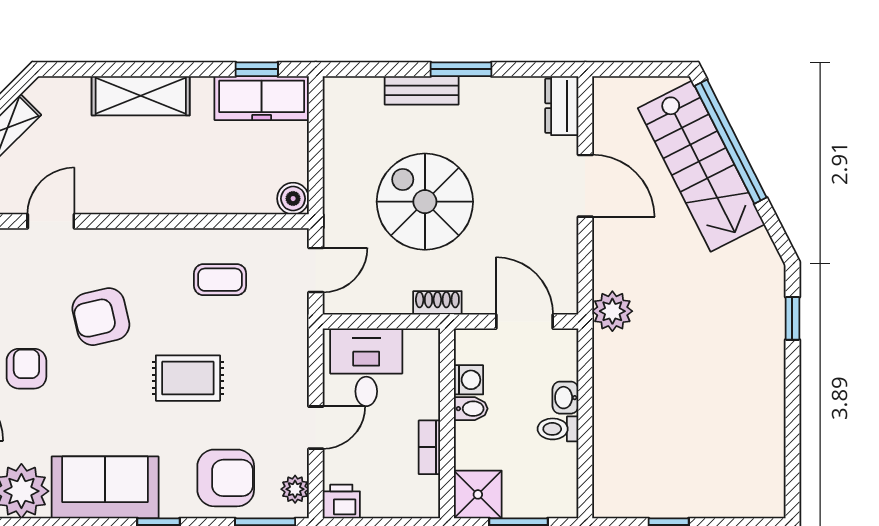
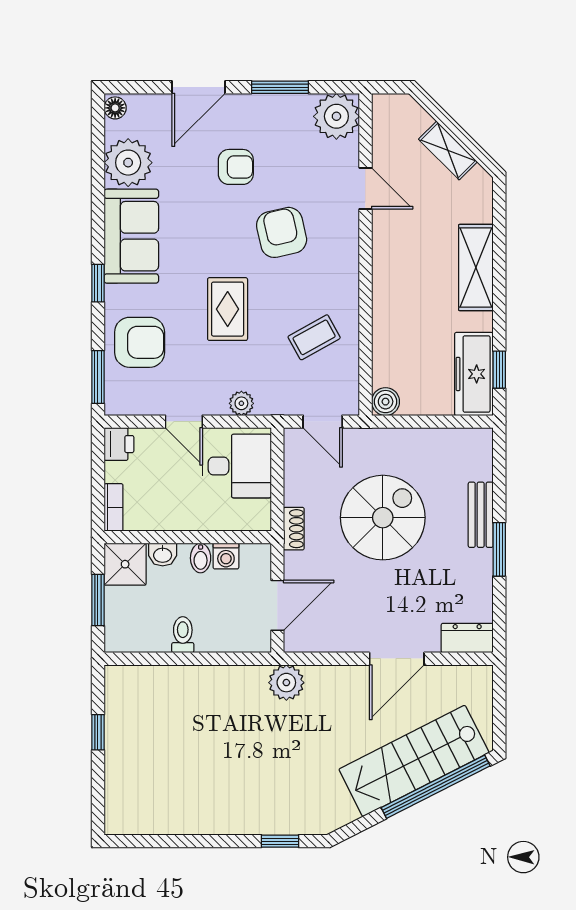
coffee table: (220, 280) -> (314, 337), turned 61
washbasin: (565, 398) -> (163, 555), moved, turned 180
bookcase: (429, 447) -> (114, 507), moved, turned 90
armchair: (226, 478) -> (140, 342), turned -90
plant: (295, 489) -> (241, 403), moved

